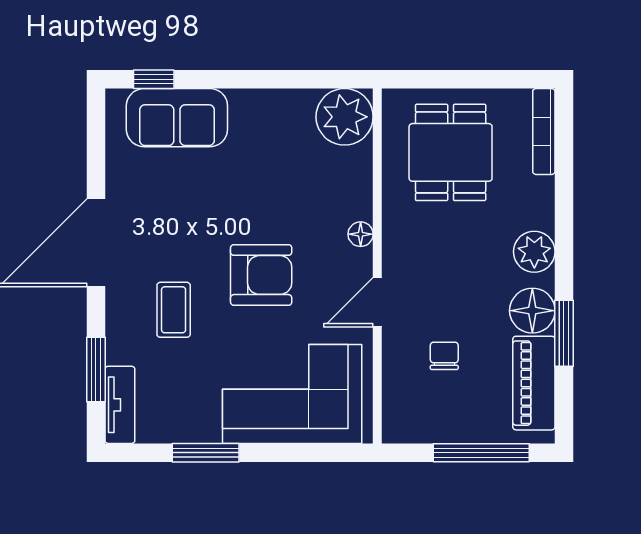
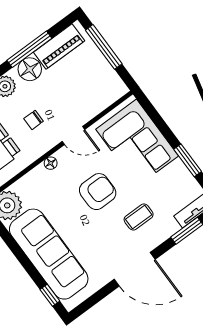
sofa: (177, 118) -> (49, 254), width x1.85, depth x1.27
armchair: (261, 275) -> (98, 192), turned 90
window: (564, 333) -> (29, 49), width x1.44
chair: (444, 356) -> (34, 120), moved

